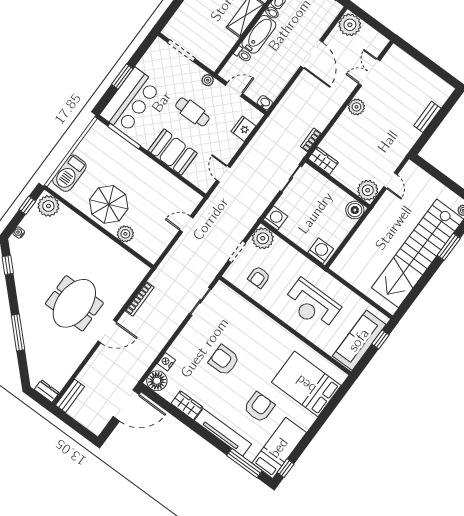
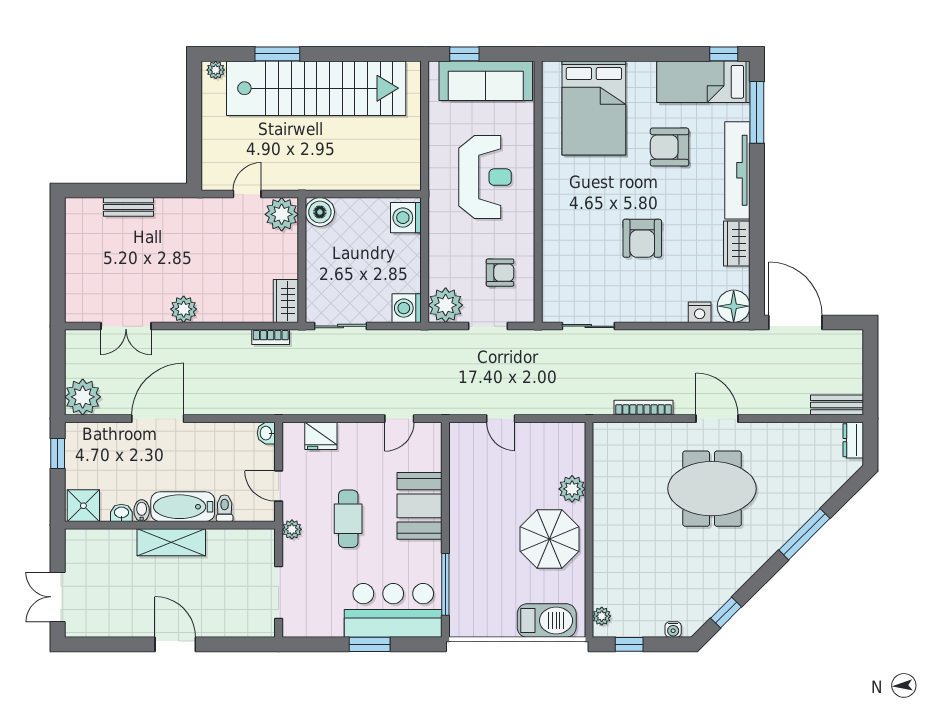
plant: (48, 206) -> (602, 616), width x0.53, depth x0.53

